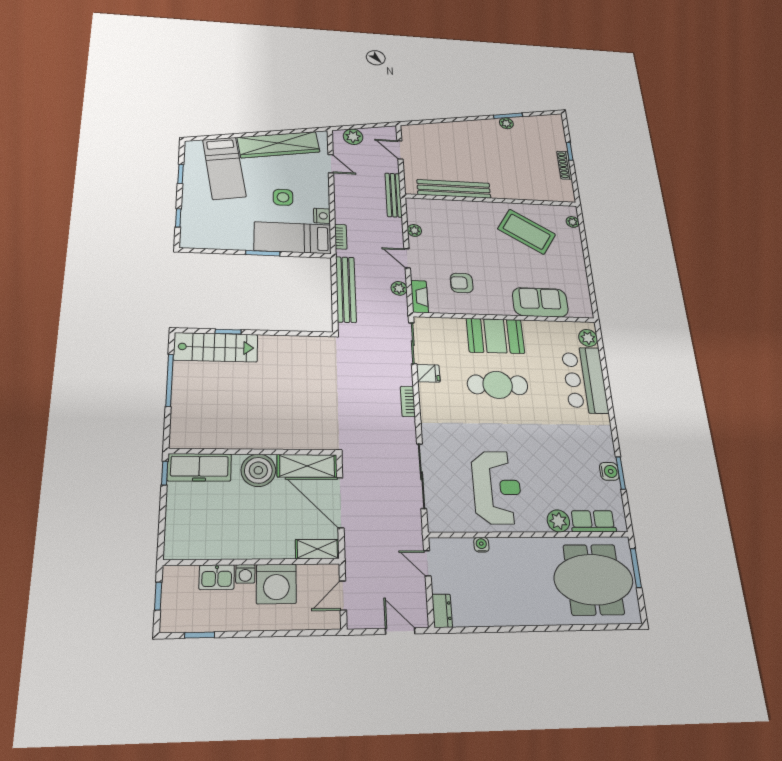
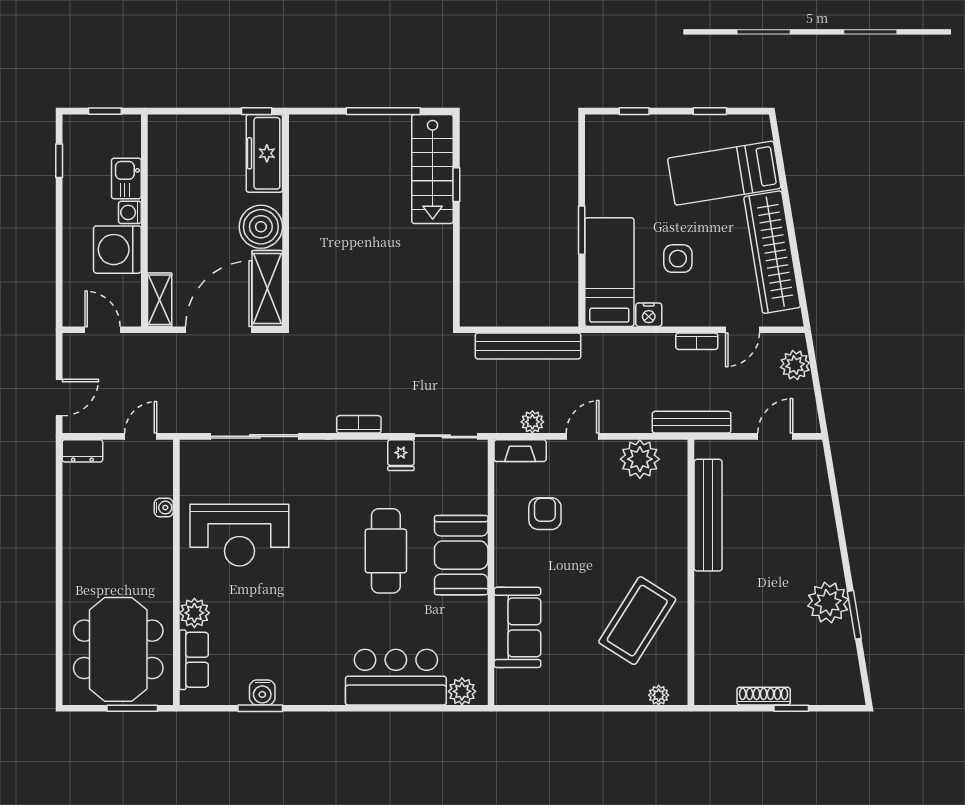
plant: (506, 123) -> (828, 603), width x1.87, depth x1.87
plant: (414, 230) -> (640, 459), width x1.88, depth x1.88
bookcase: (341, 237) -> (697, 341), moved

